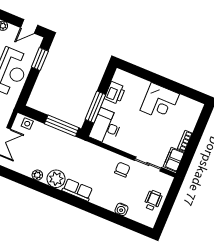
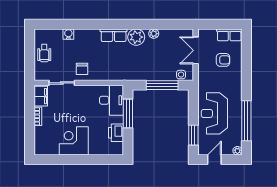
window: (62, 126) -> (162, 85), moved

